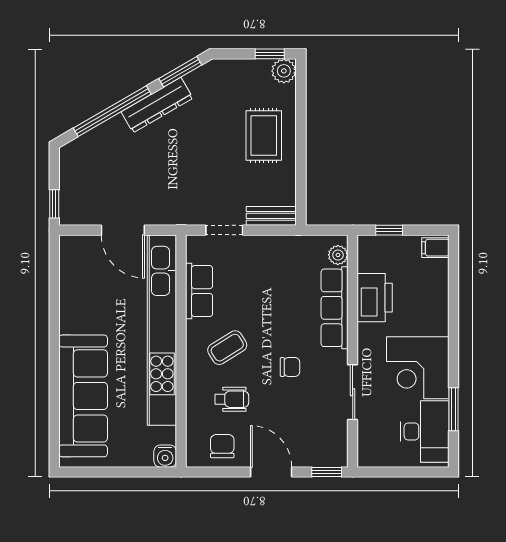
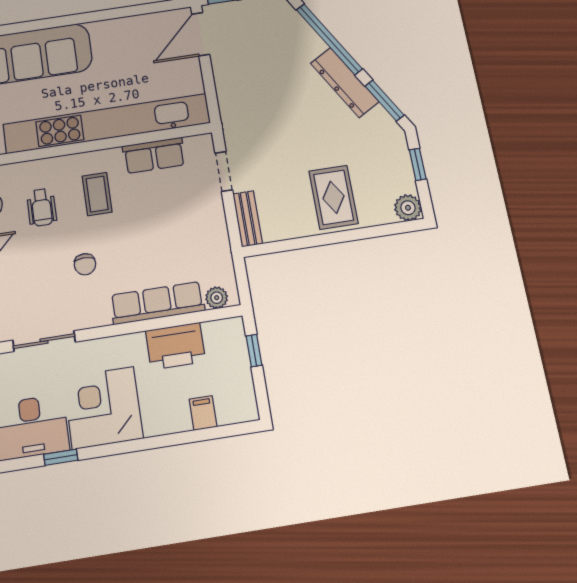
window: (270, 54) -> (418, 164), moved
rug: (264, 136) -> (333, 197), turned 90
door: (123, 230) -> (201, 34), moved
filing cabinet: (435, 248) -> (203, 413), moved
coffee table: (227, 348) -> (97, 194), turned 32
sliding door: (353, 392) -> (44, 341), moved
window: (454, 409) -> (61, 457), width x0.67

